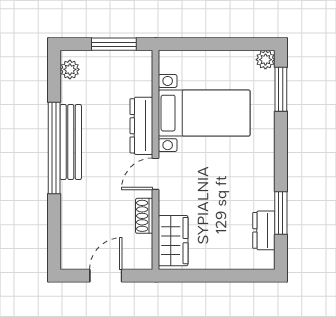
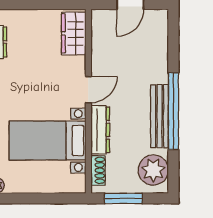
plant: (70, 69) -> (153, 170), width x1.88, depth x1.88
shoe rack: (144, 216) -> (98, 170), moved

